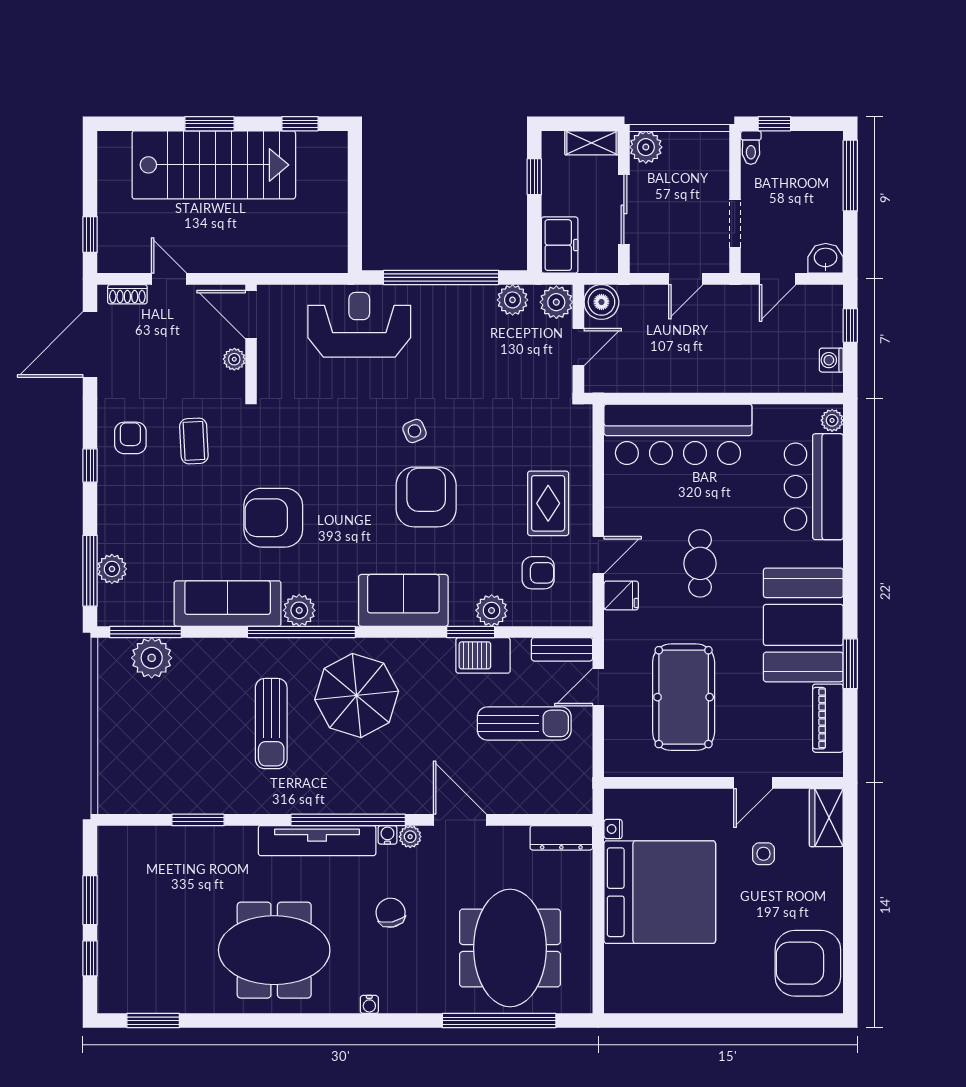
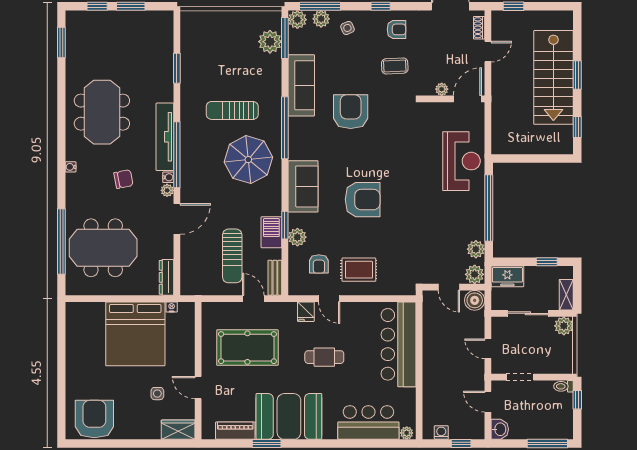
side table: (414, 431) -> (347, 28), moved
plant: (299, 610) -> (297, 20), moved

